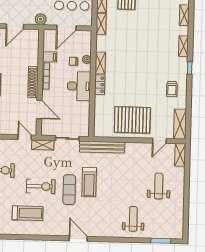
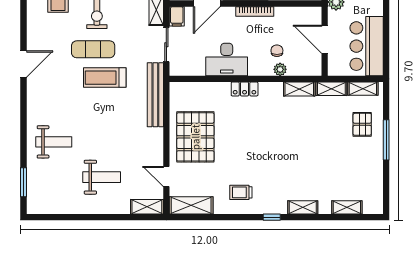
filing cabinet: (50, 57) -> (177, 16), moved
shelving: (100, 63) -> (299, 89), moved
desk: (79, 86) -> (227, 59), moved

